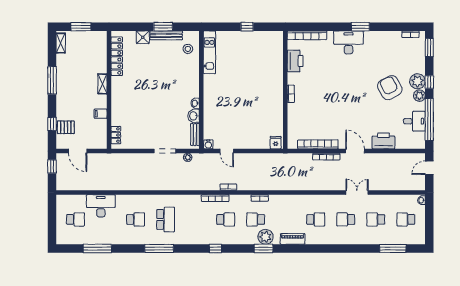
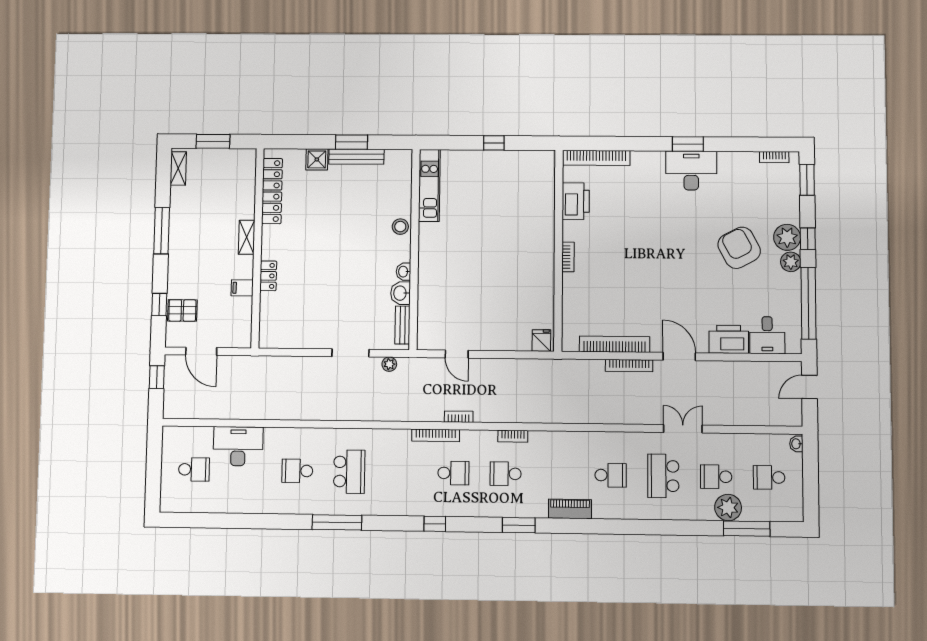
desk: (348, 42) -> (691, 171), moved
stool: (188, 49) -> (400, 227), moved
desk: (414, 121) -> (767, 335), moved, turned 90
locker: (116, 135) -> (268, 276), moved
water cooler: (208, 144) -> (425, 342), removed
school desk: (136, 219) -> (297, 471), turned 180
school desk: (346, 219) -> (663, 476), width x1.85
plant: (266, 237) -> (728, 508), moved
window: (97, 248) -> (230, 521), removed

